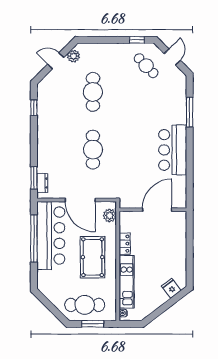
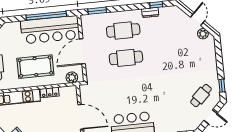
cafe table: (93, 92) -> (123, 30), moved
dresser: (42, 183) -> (150, 12), moved

